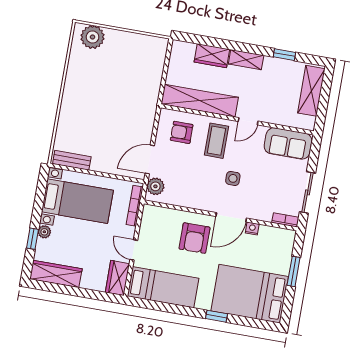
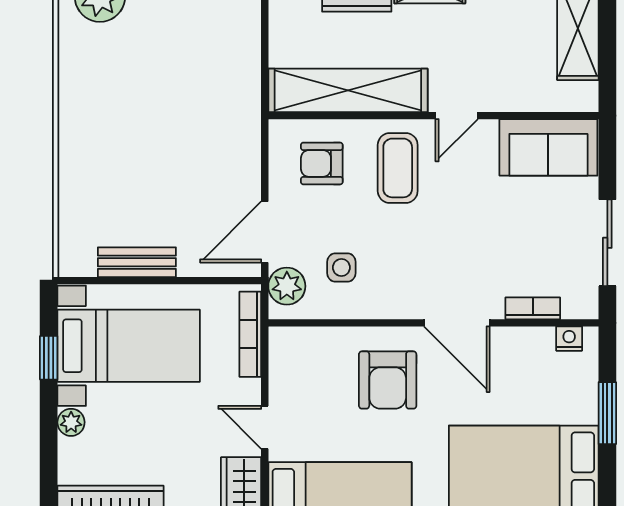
bench: (72, 160) -> (137, 262), moved
side table: (233, 178) -> (341, 267), moved
door: (231, 217) -> (457, 323), hinge flipped
bookcase: (285, 220) -> (533, 308), moved
nightstand: (252, 228) -> (569, 339), moved
window: (32, 239) -> (49, 358), moved

